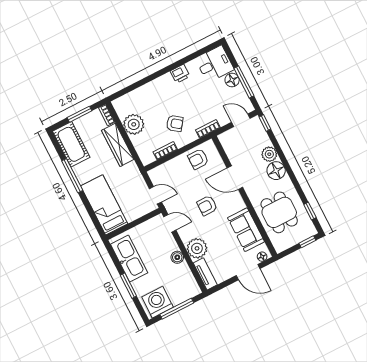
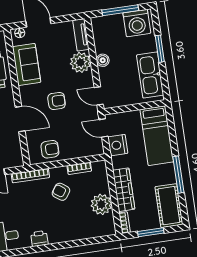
bookcase: (208, 129) -> (30, 176), width x1.56
nightstand: (137, 184) -> (118, 145), added

